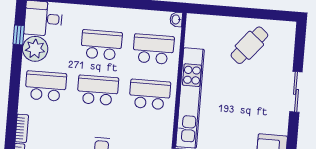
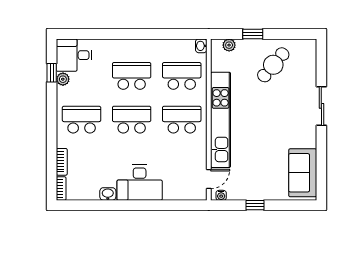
window: (231, 12) -> (253, 34), added
plant: (205, 21) -> (229, 45), added
plant: (35, 49) -> (63, 79), width x0.53, depth x0.53

